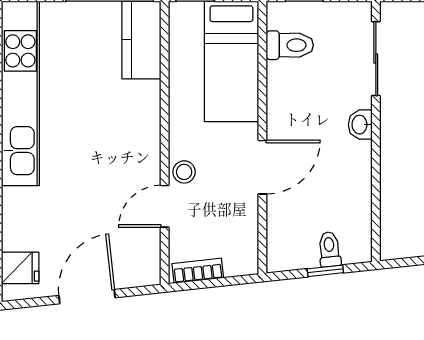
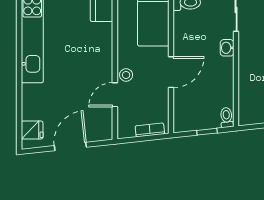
toilet: (329, 249) -> (227, 117), moved
bookcase: (198, 271) -> (150, 130), moved

